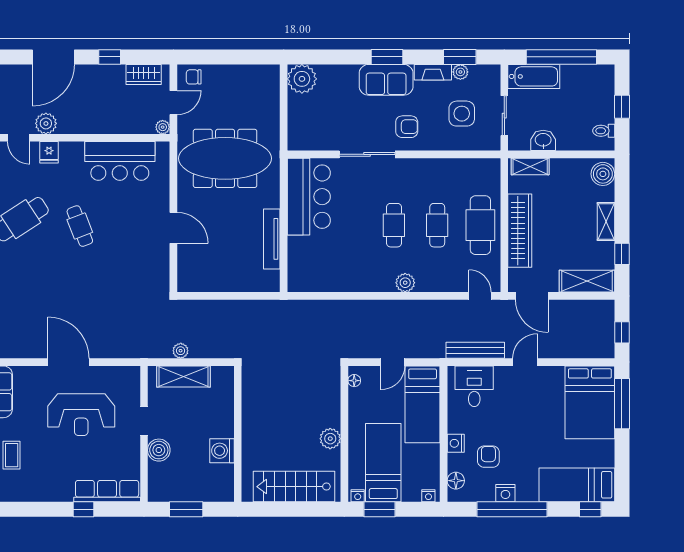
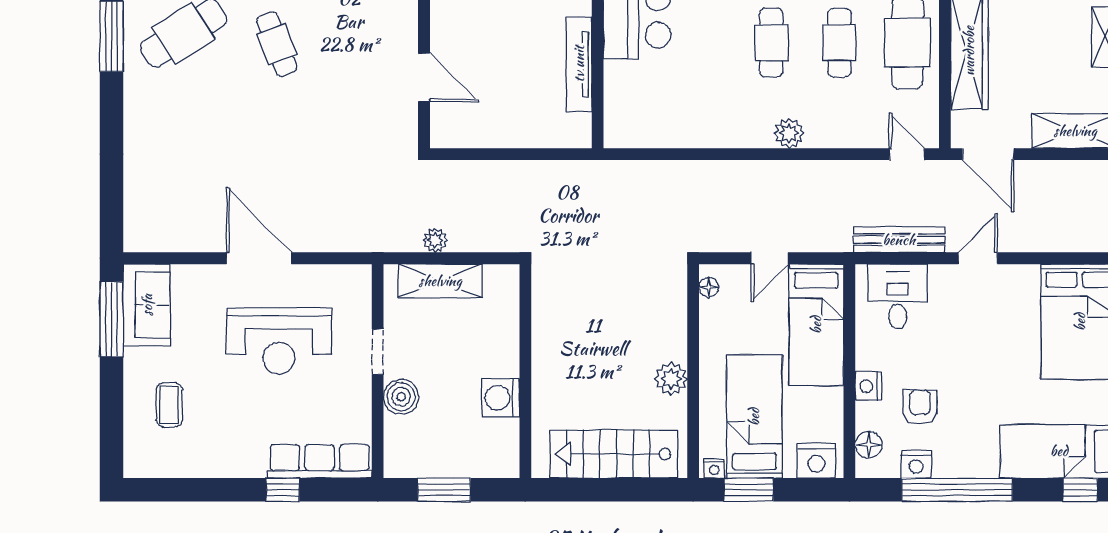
door: (173, 228) -> (424, 77), moved
nightstand: (505, 493) -> (916, 464), moved
nightstand: (428, 496) -> (816, 461), width x1.89, depth x1.79

